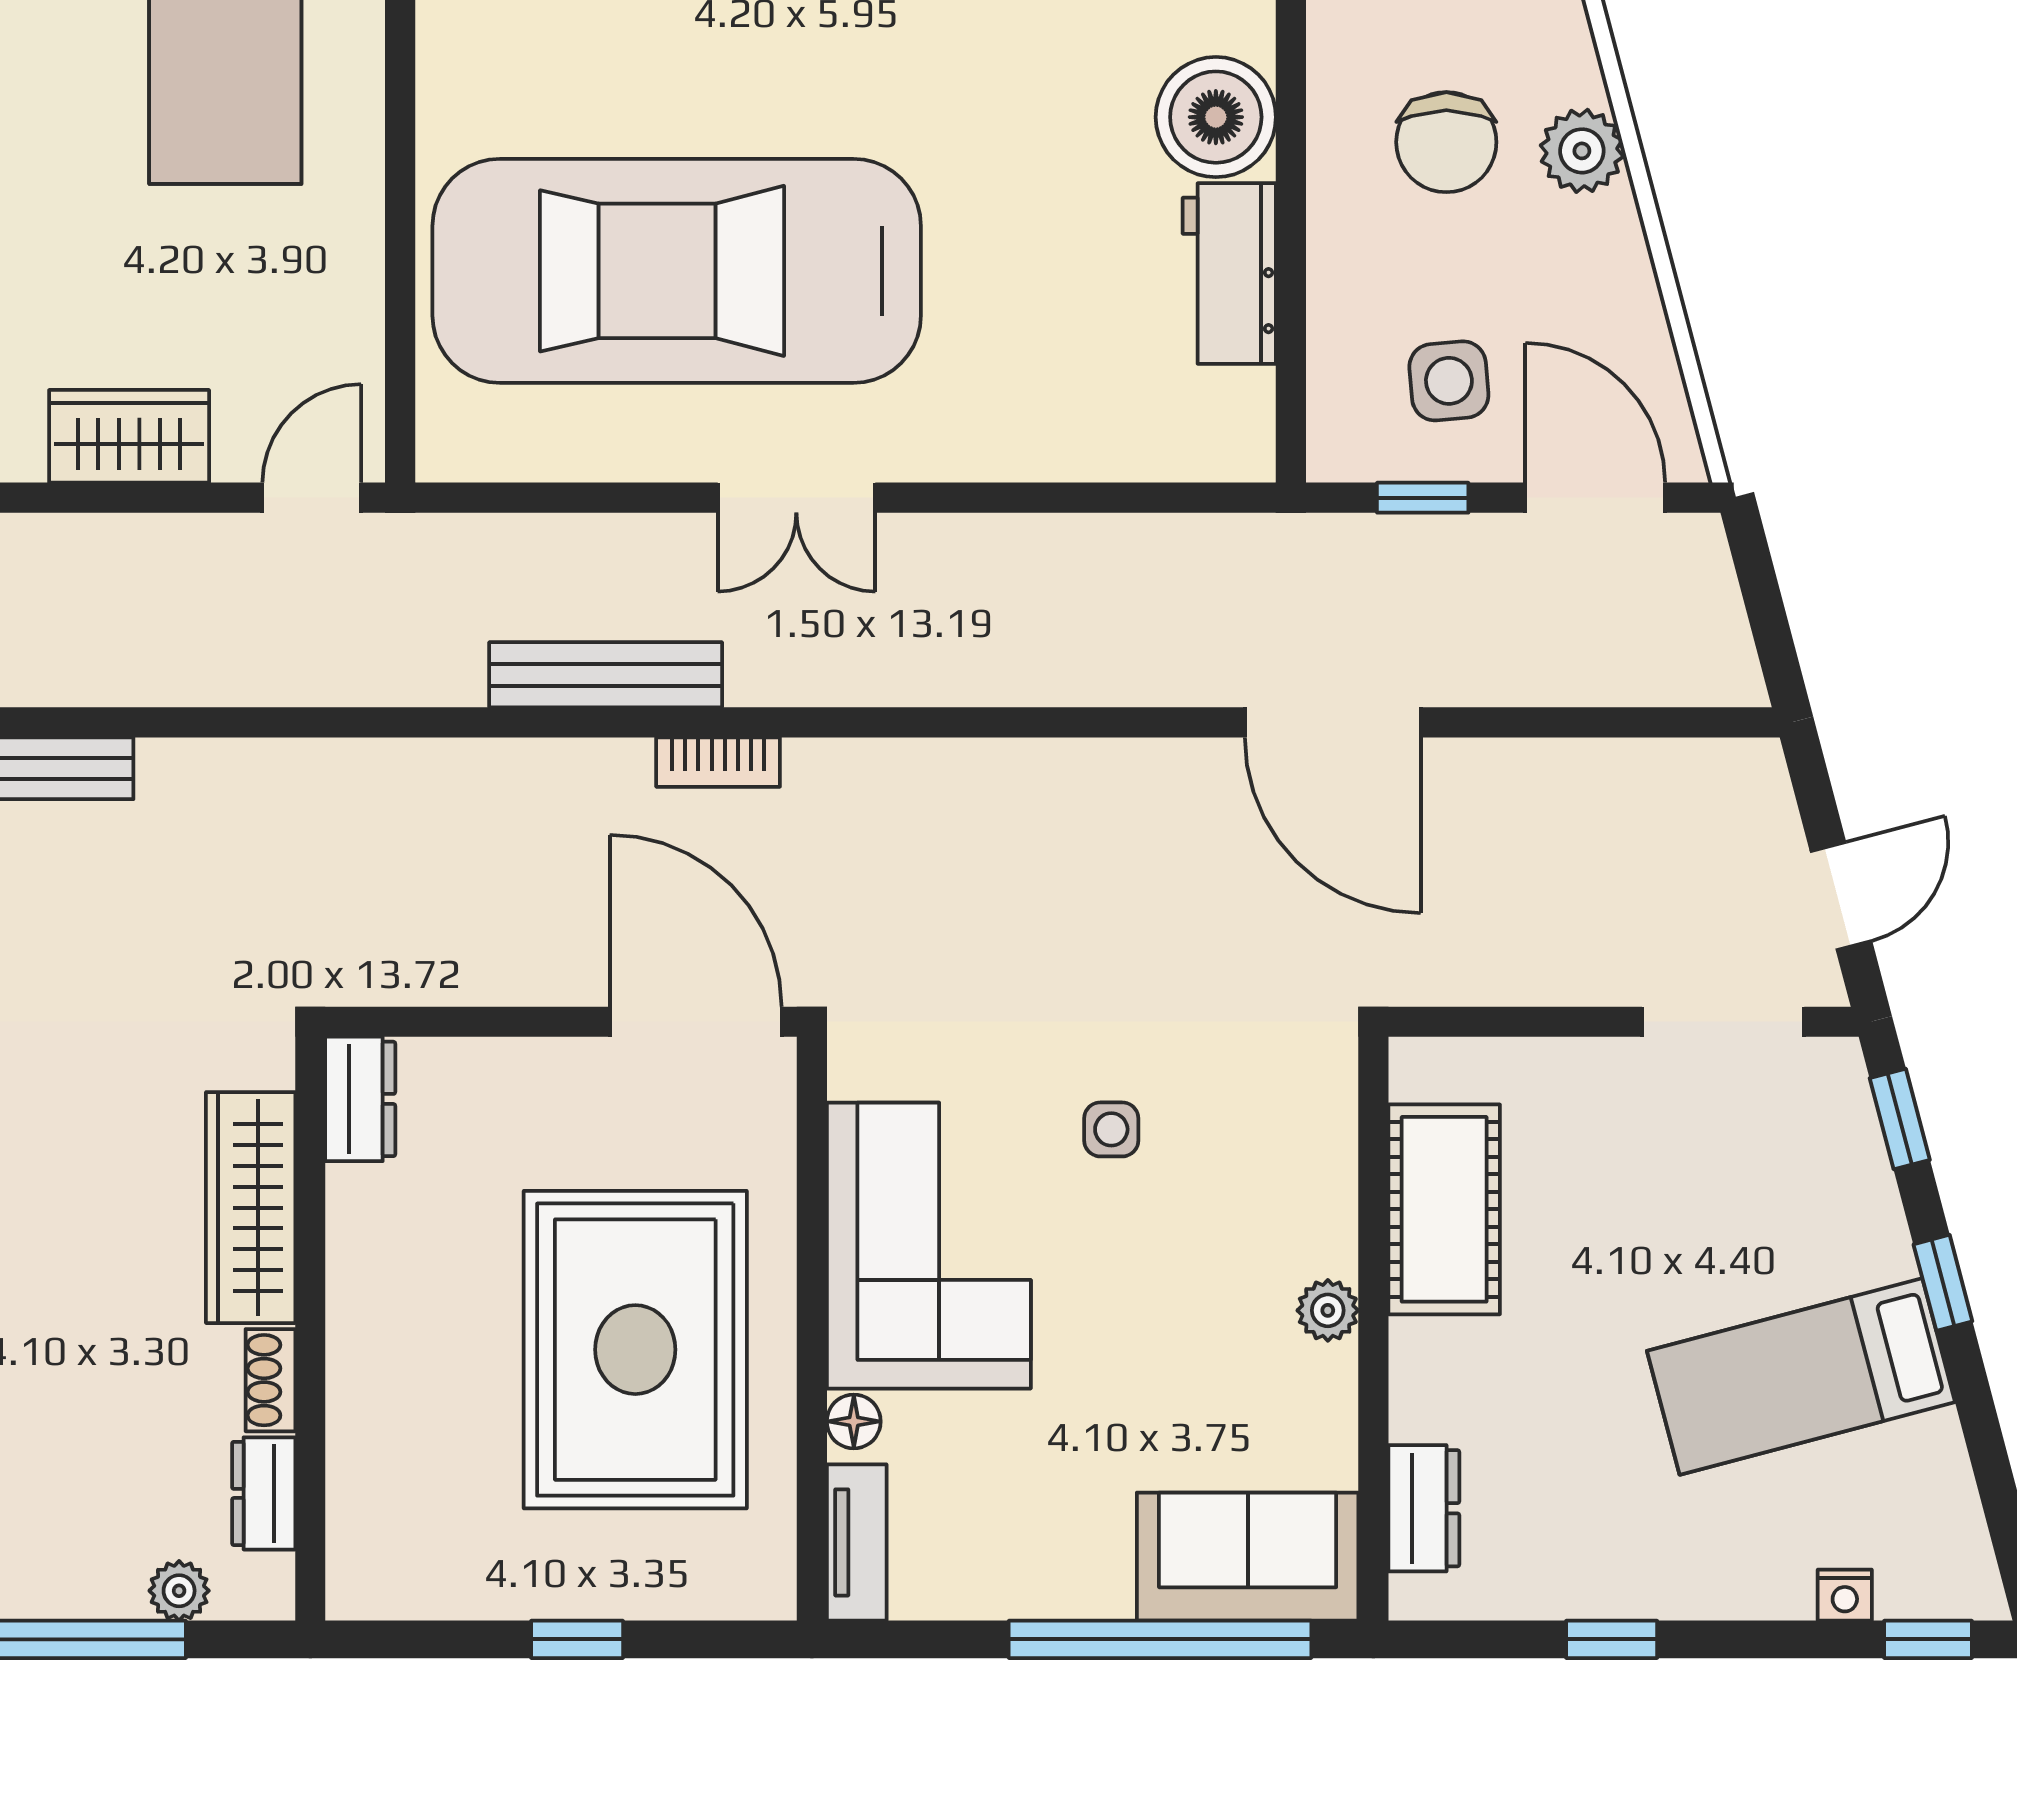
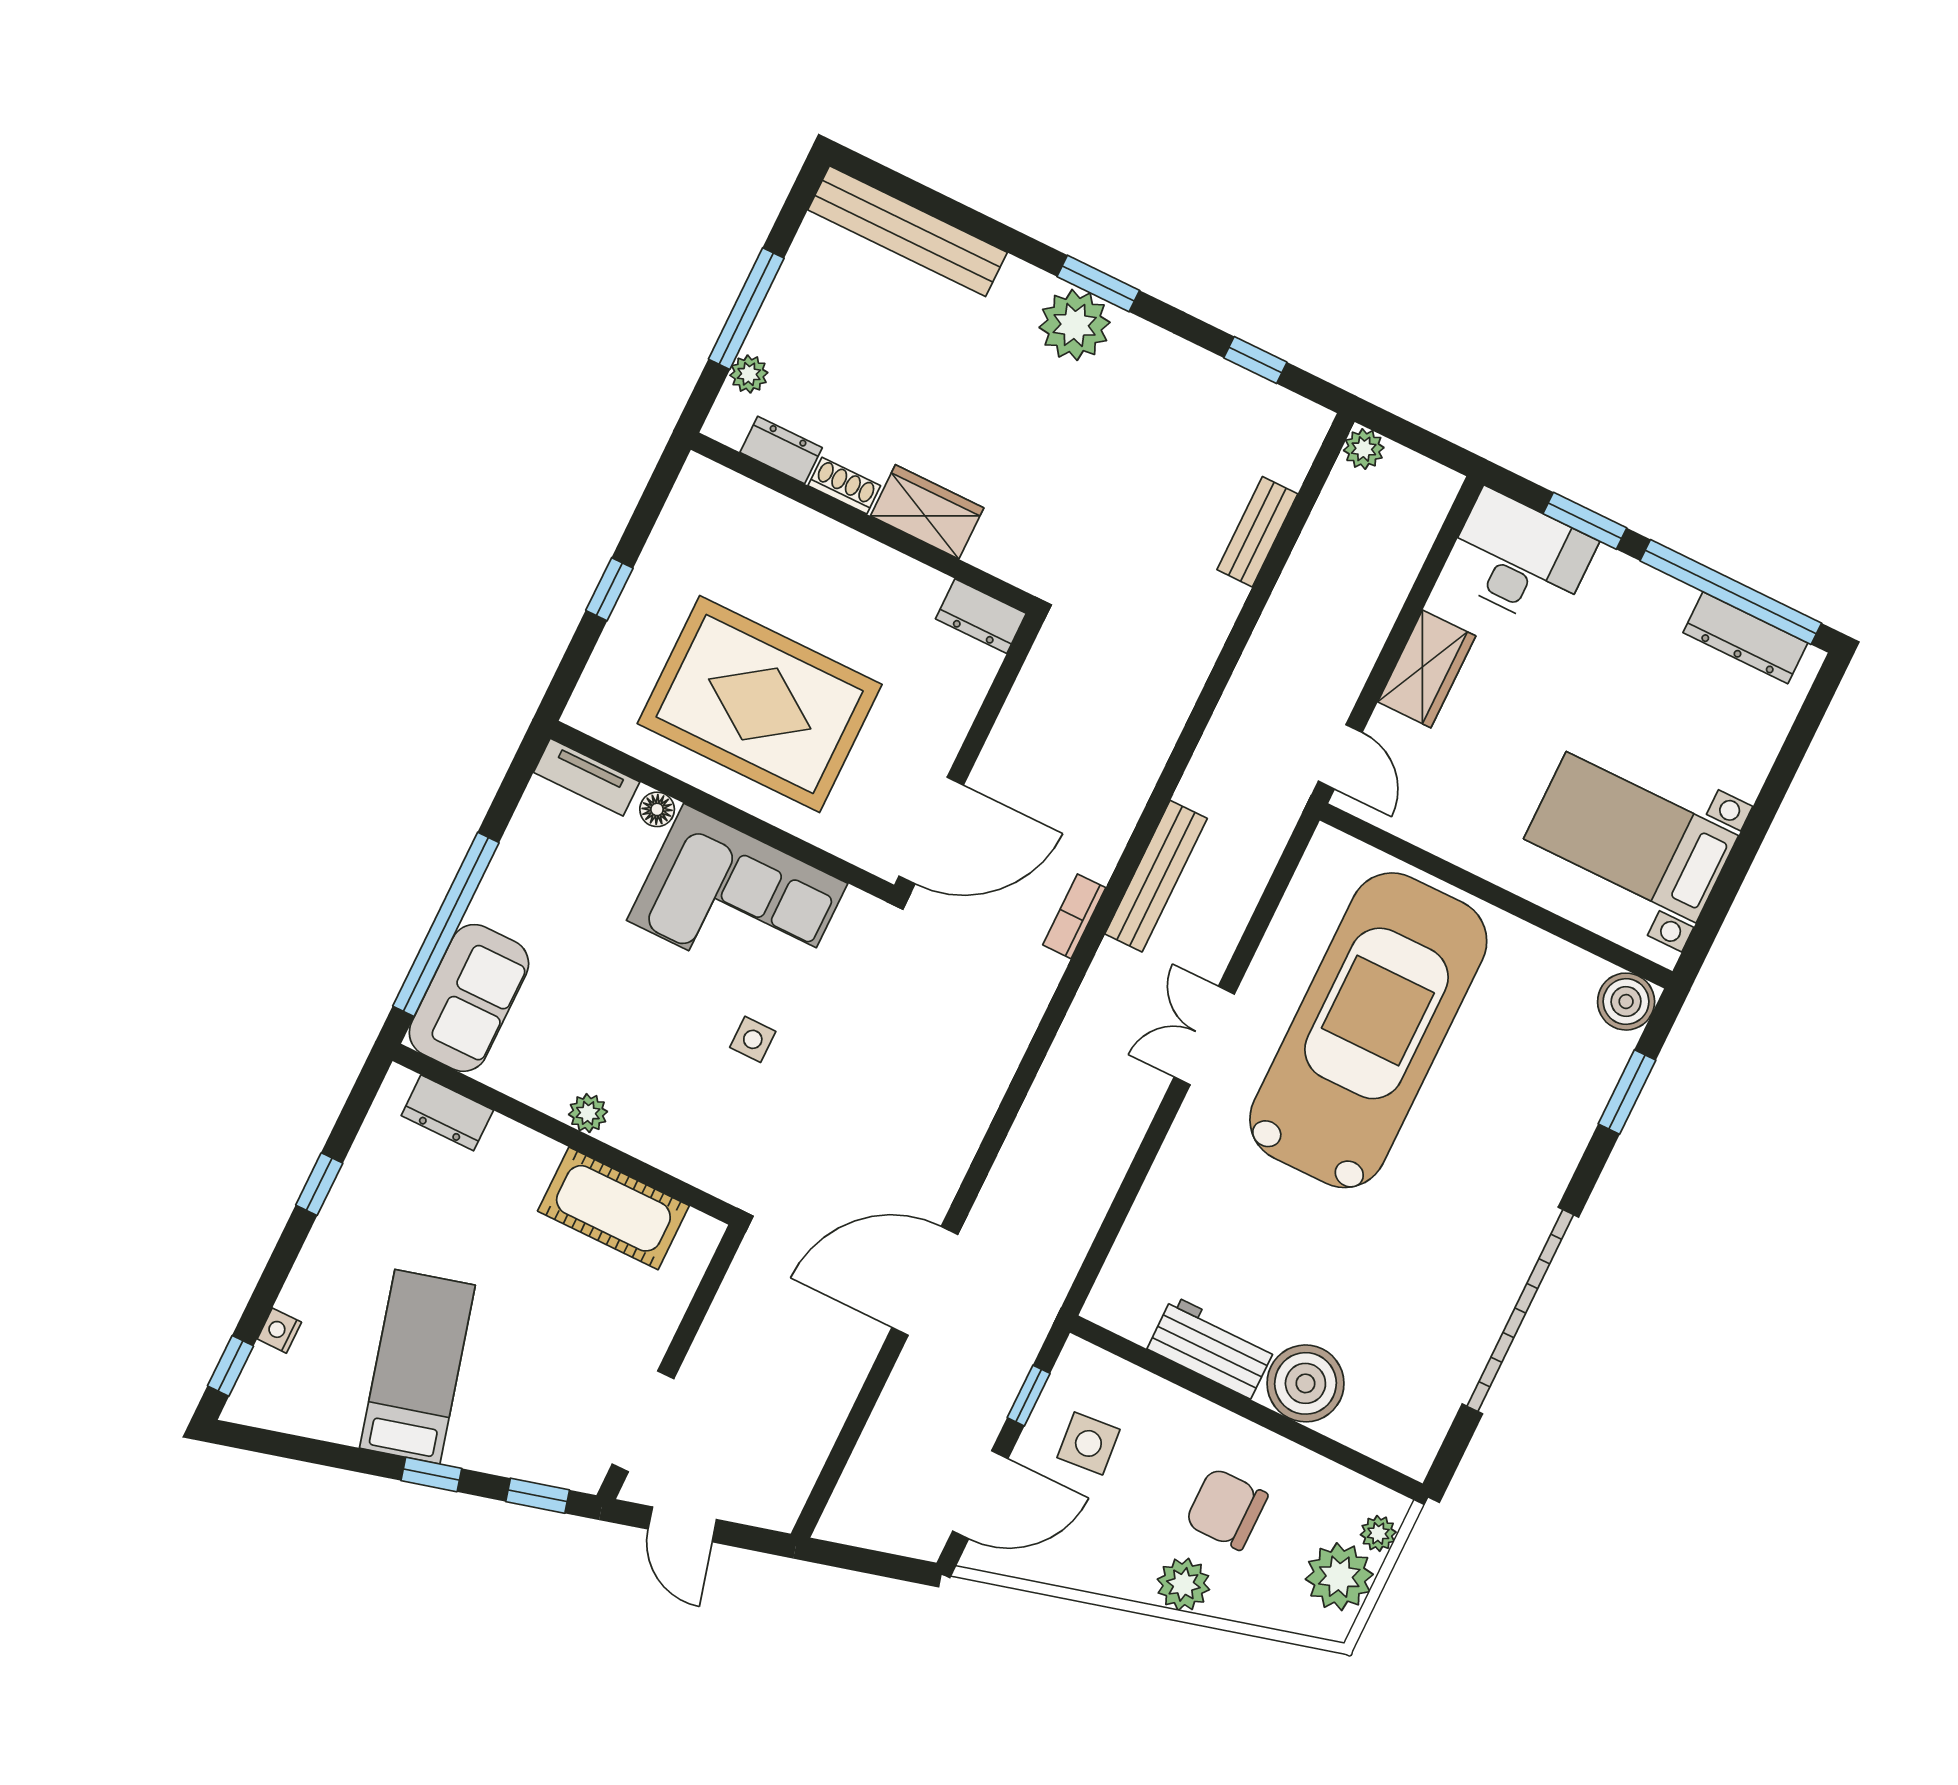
wardrobe: (251, 1208) -> (927, 512), width x0.67

